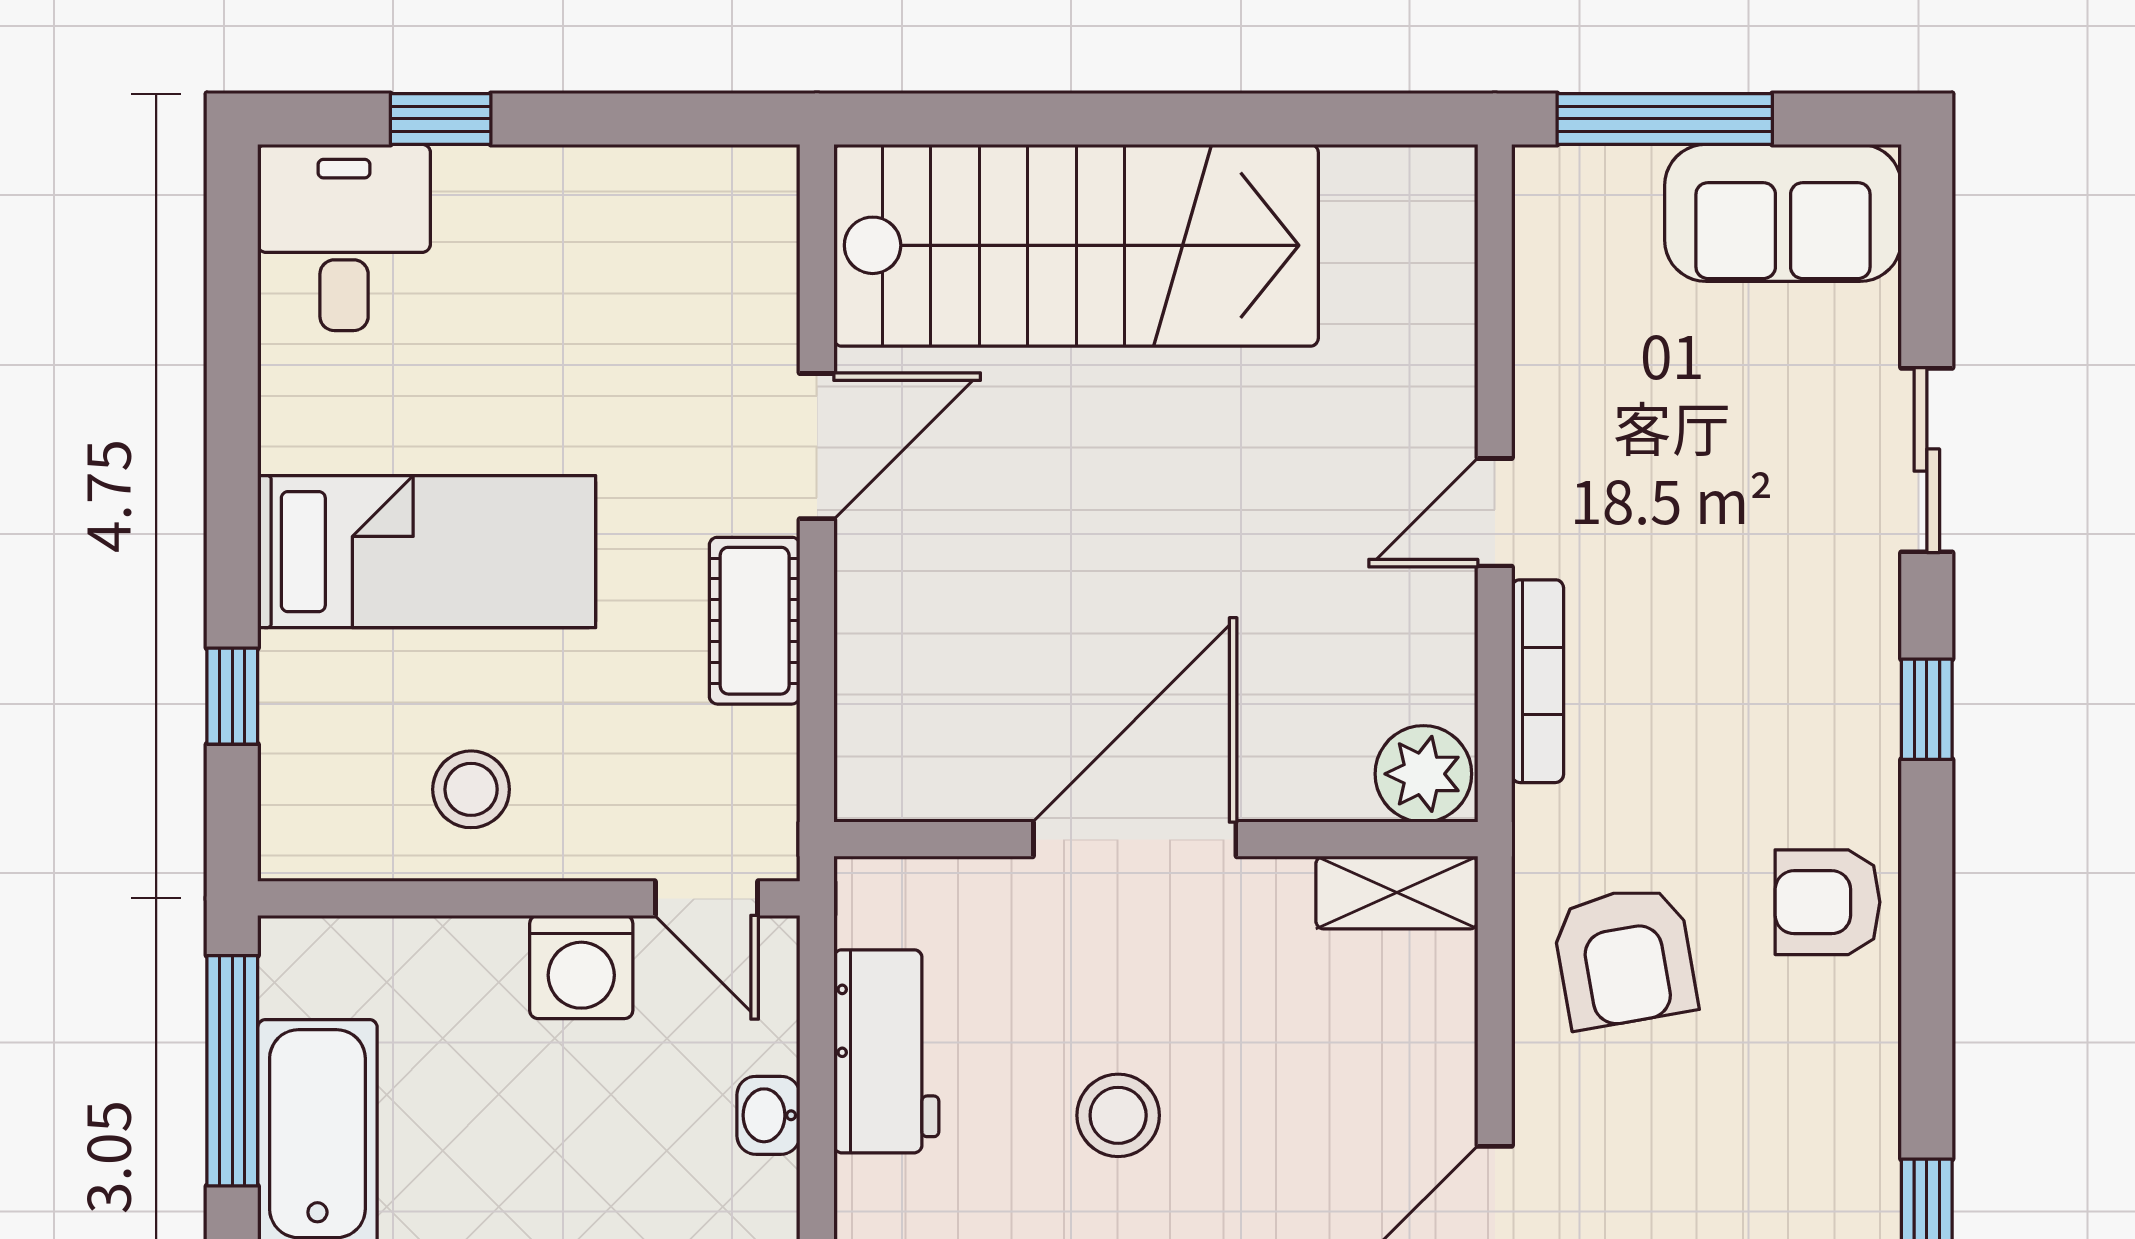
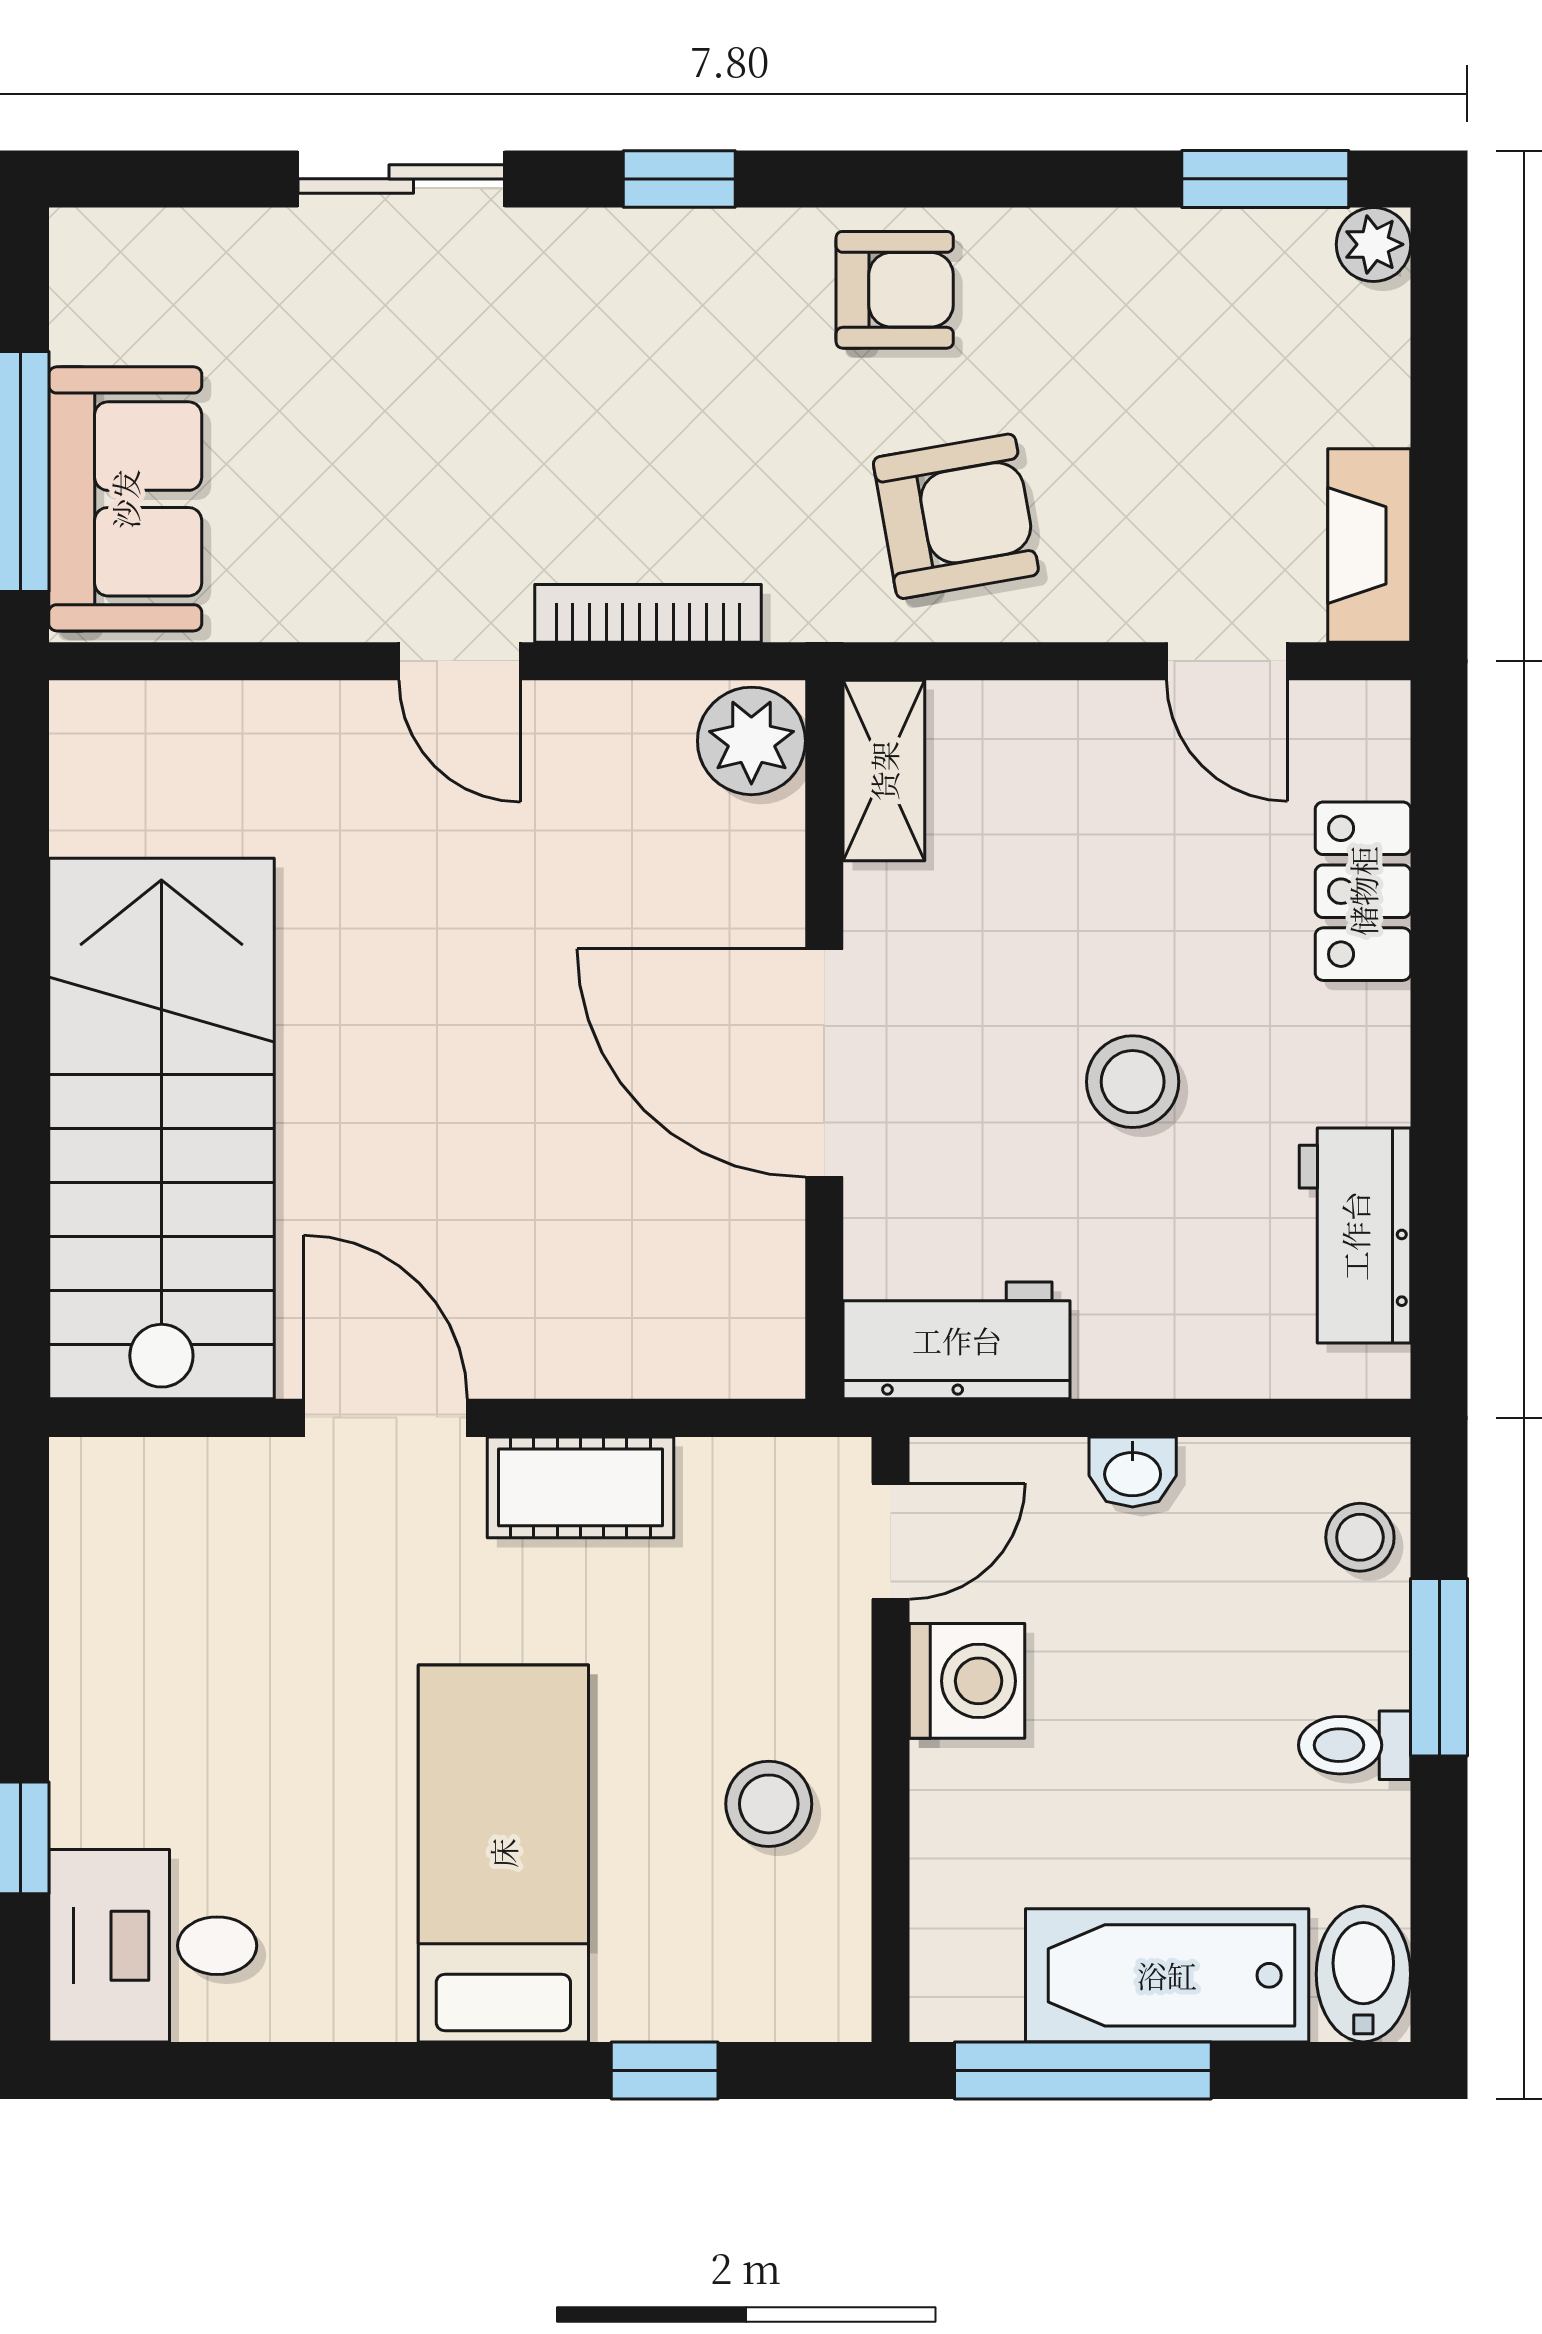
sofa: (1783, 213) -> (125, 499), moved
armchair: (1828, 902) -> (895, 290), turned -90
workbench: (886, 1051) -> (957, 1340), moved

